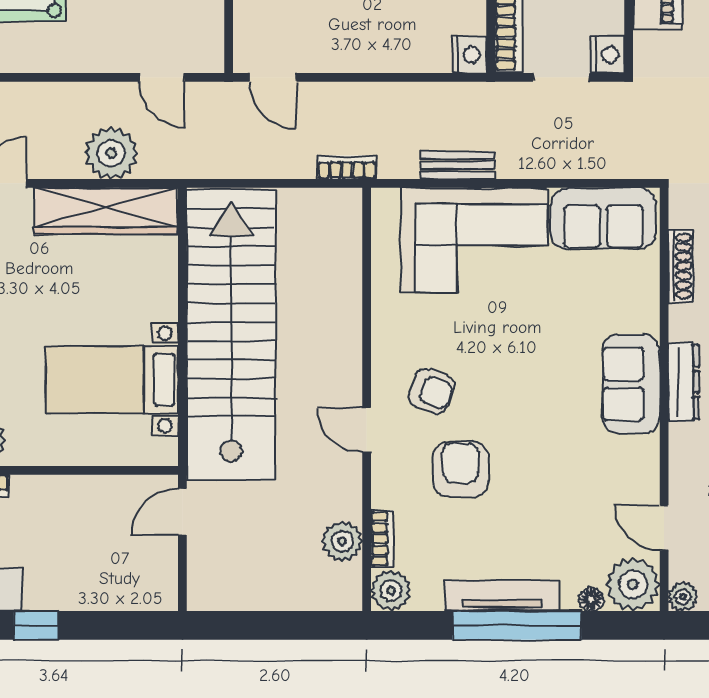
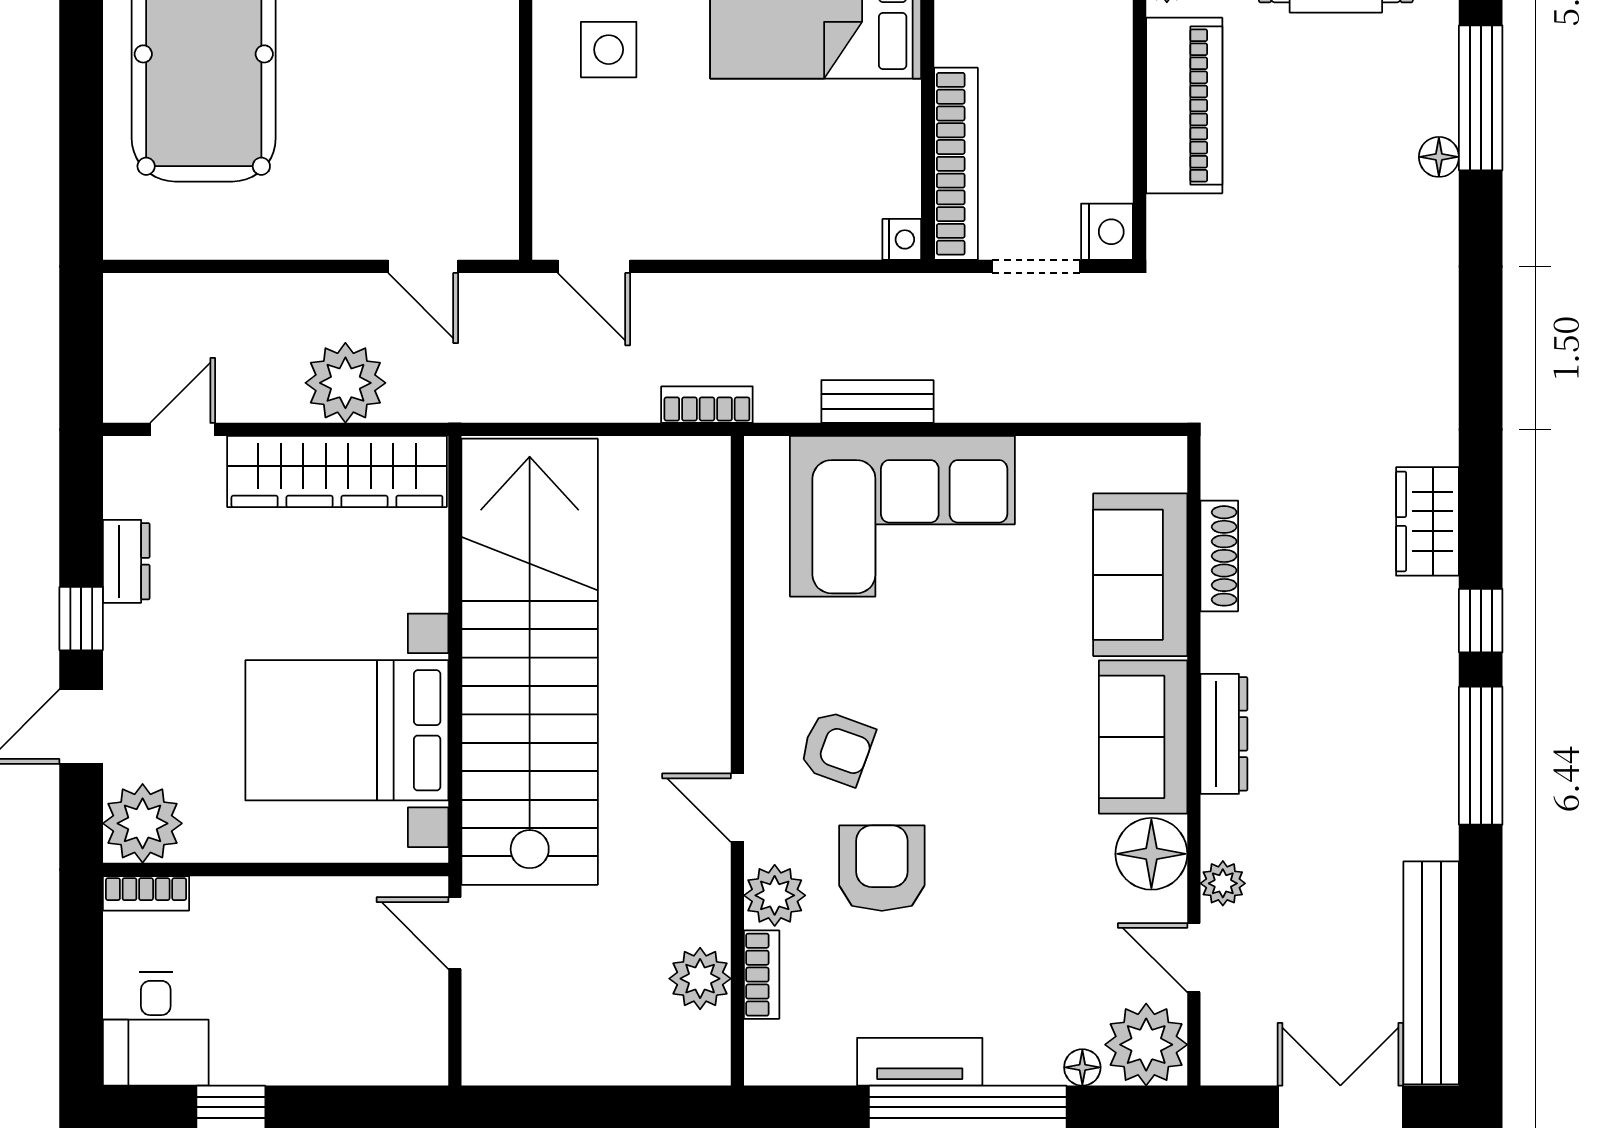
nightstand: (469, 54) -> (902, 239), width x0.72, depth x0.74
sofa: (603, 218) -> (1140, 575), moved, turned 90
bed with nightstands: (112, 380) -> (347, 730), width x1.36
floor lamp: (636, 460) -> (1151, 854), added
door: (182, 512) -> (455, 933), hinge flipped
plant: (391, 590) -> (775, 895), moved
tv unit: (502, 596) -> (920, 1062), width x0.71
plant: (683, 597) -> (1223, 883), moved

